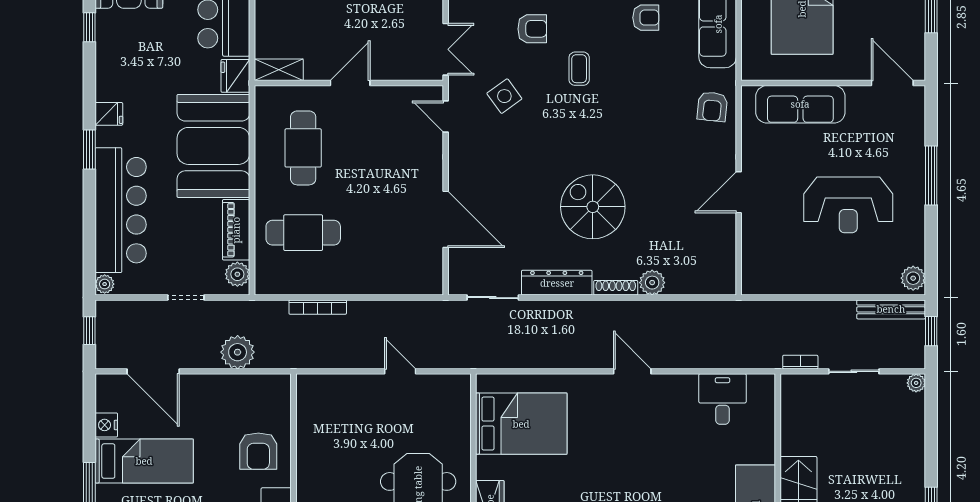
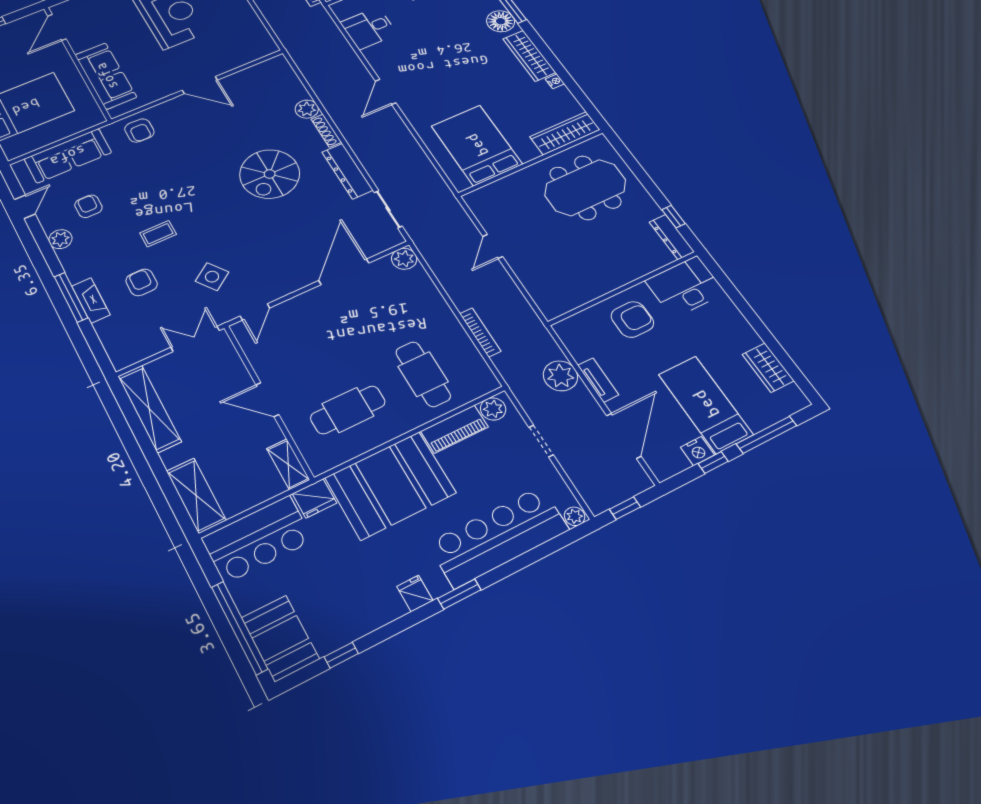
armchair: (712, 107) -> (139, 130), turned 85
plant: (430, 282) -> (404, 259), added
tv unit: (216, 383) -> (598, 380), added
window: (89, 431) -> (713, 462), added

